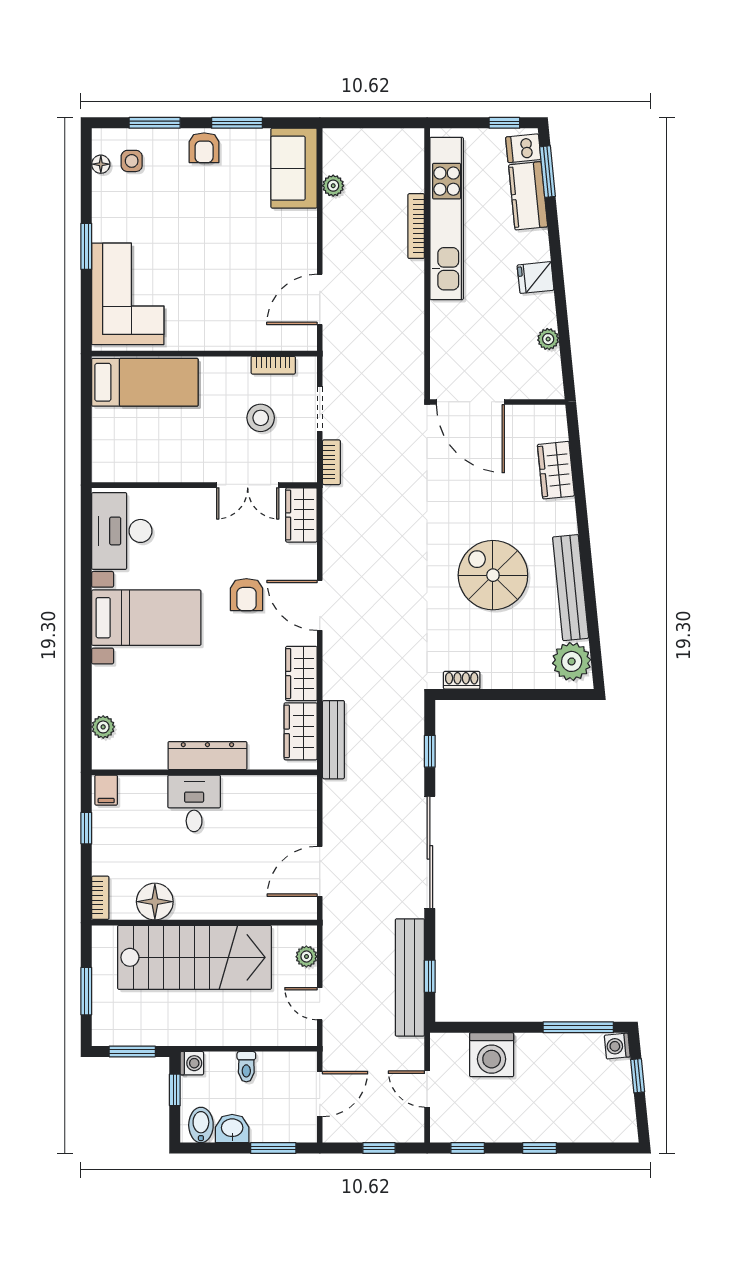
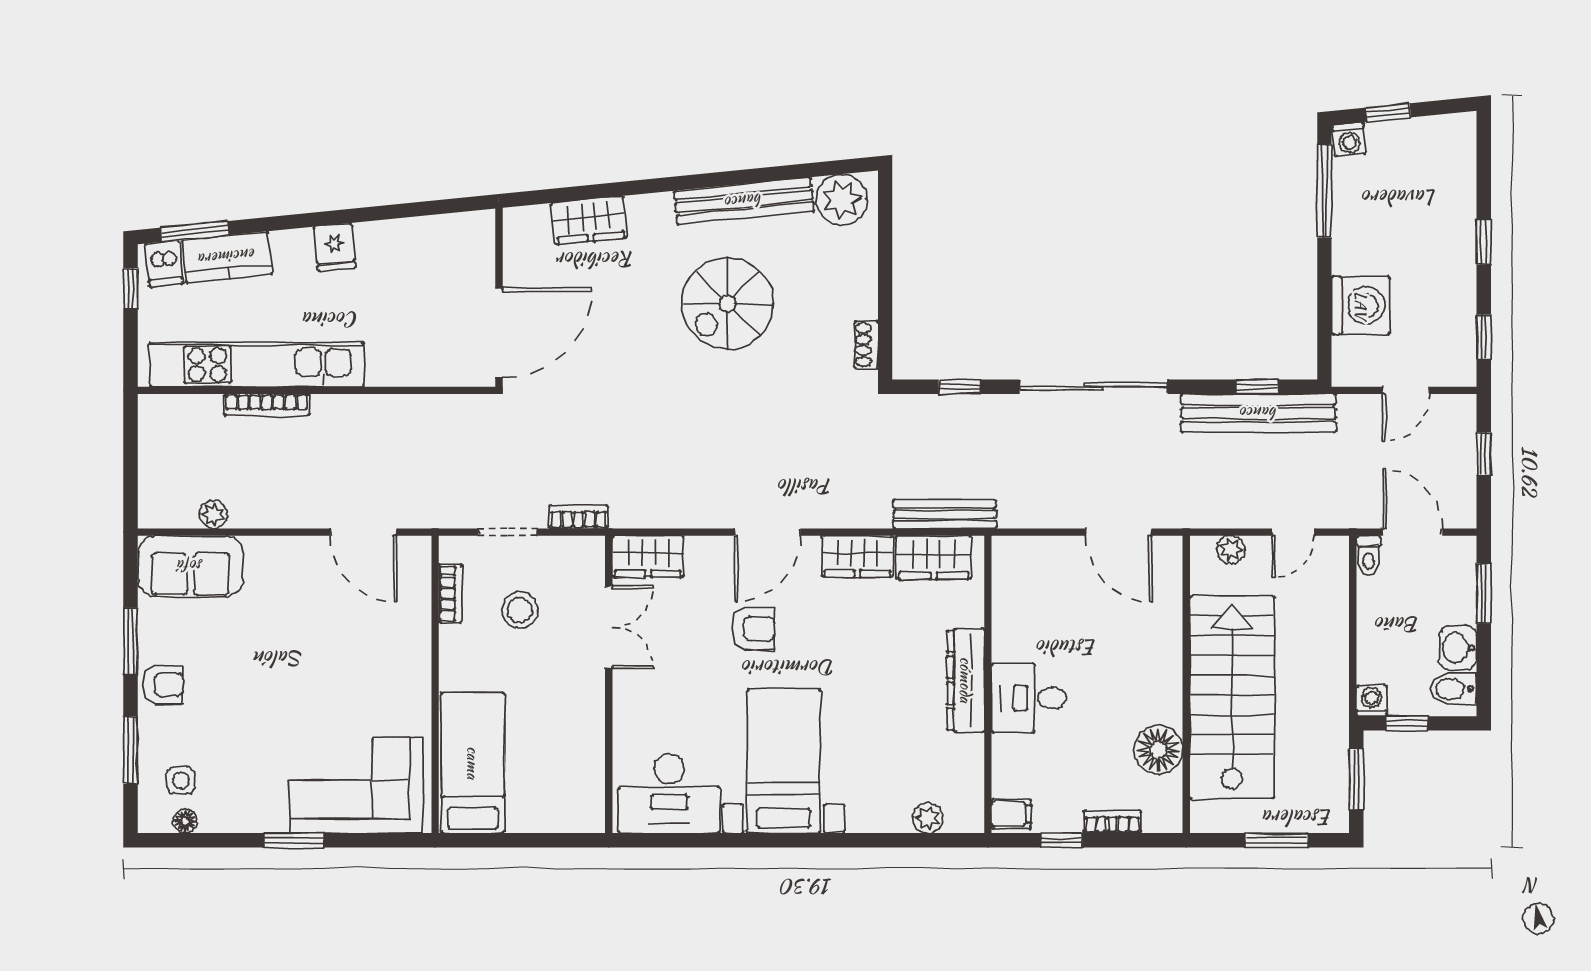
plant: (548, 339) -> (416, 231), removed
bookcase: (100, 898) -> (1112, 822), moved
toilet: (246, 1067) -> (1369, 556), moved, turned 90

